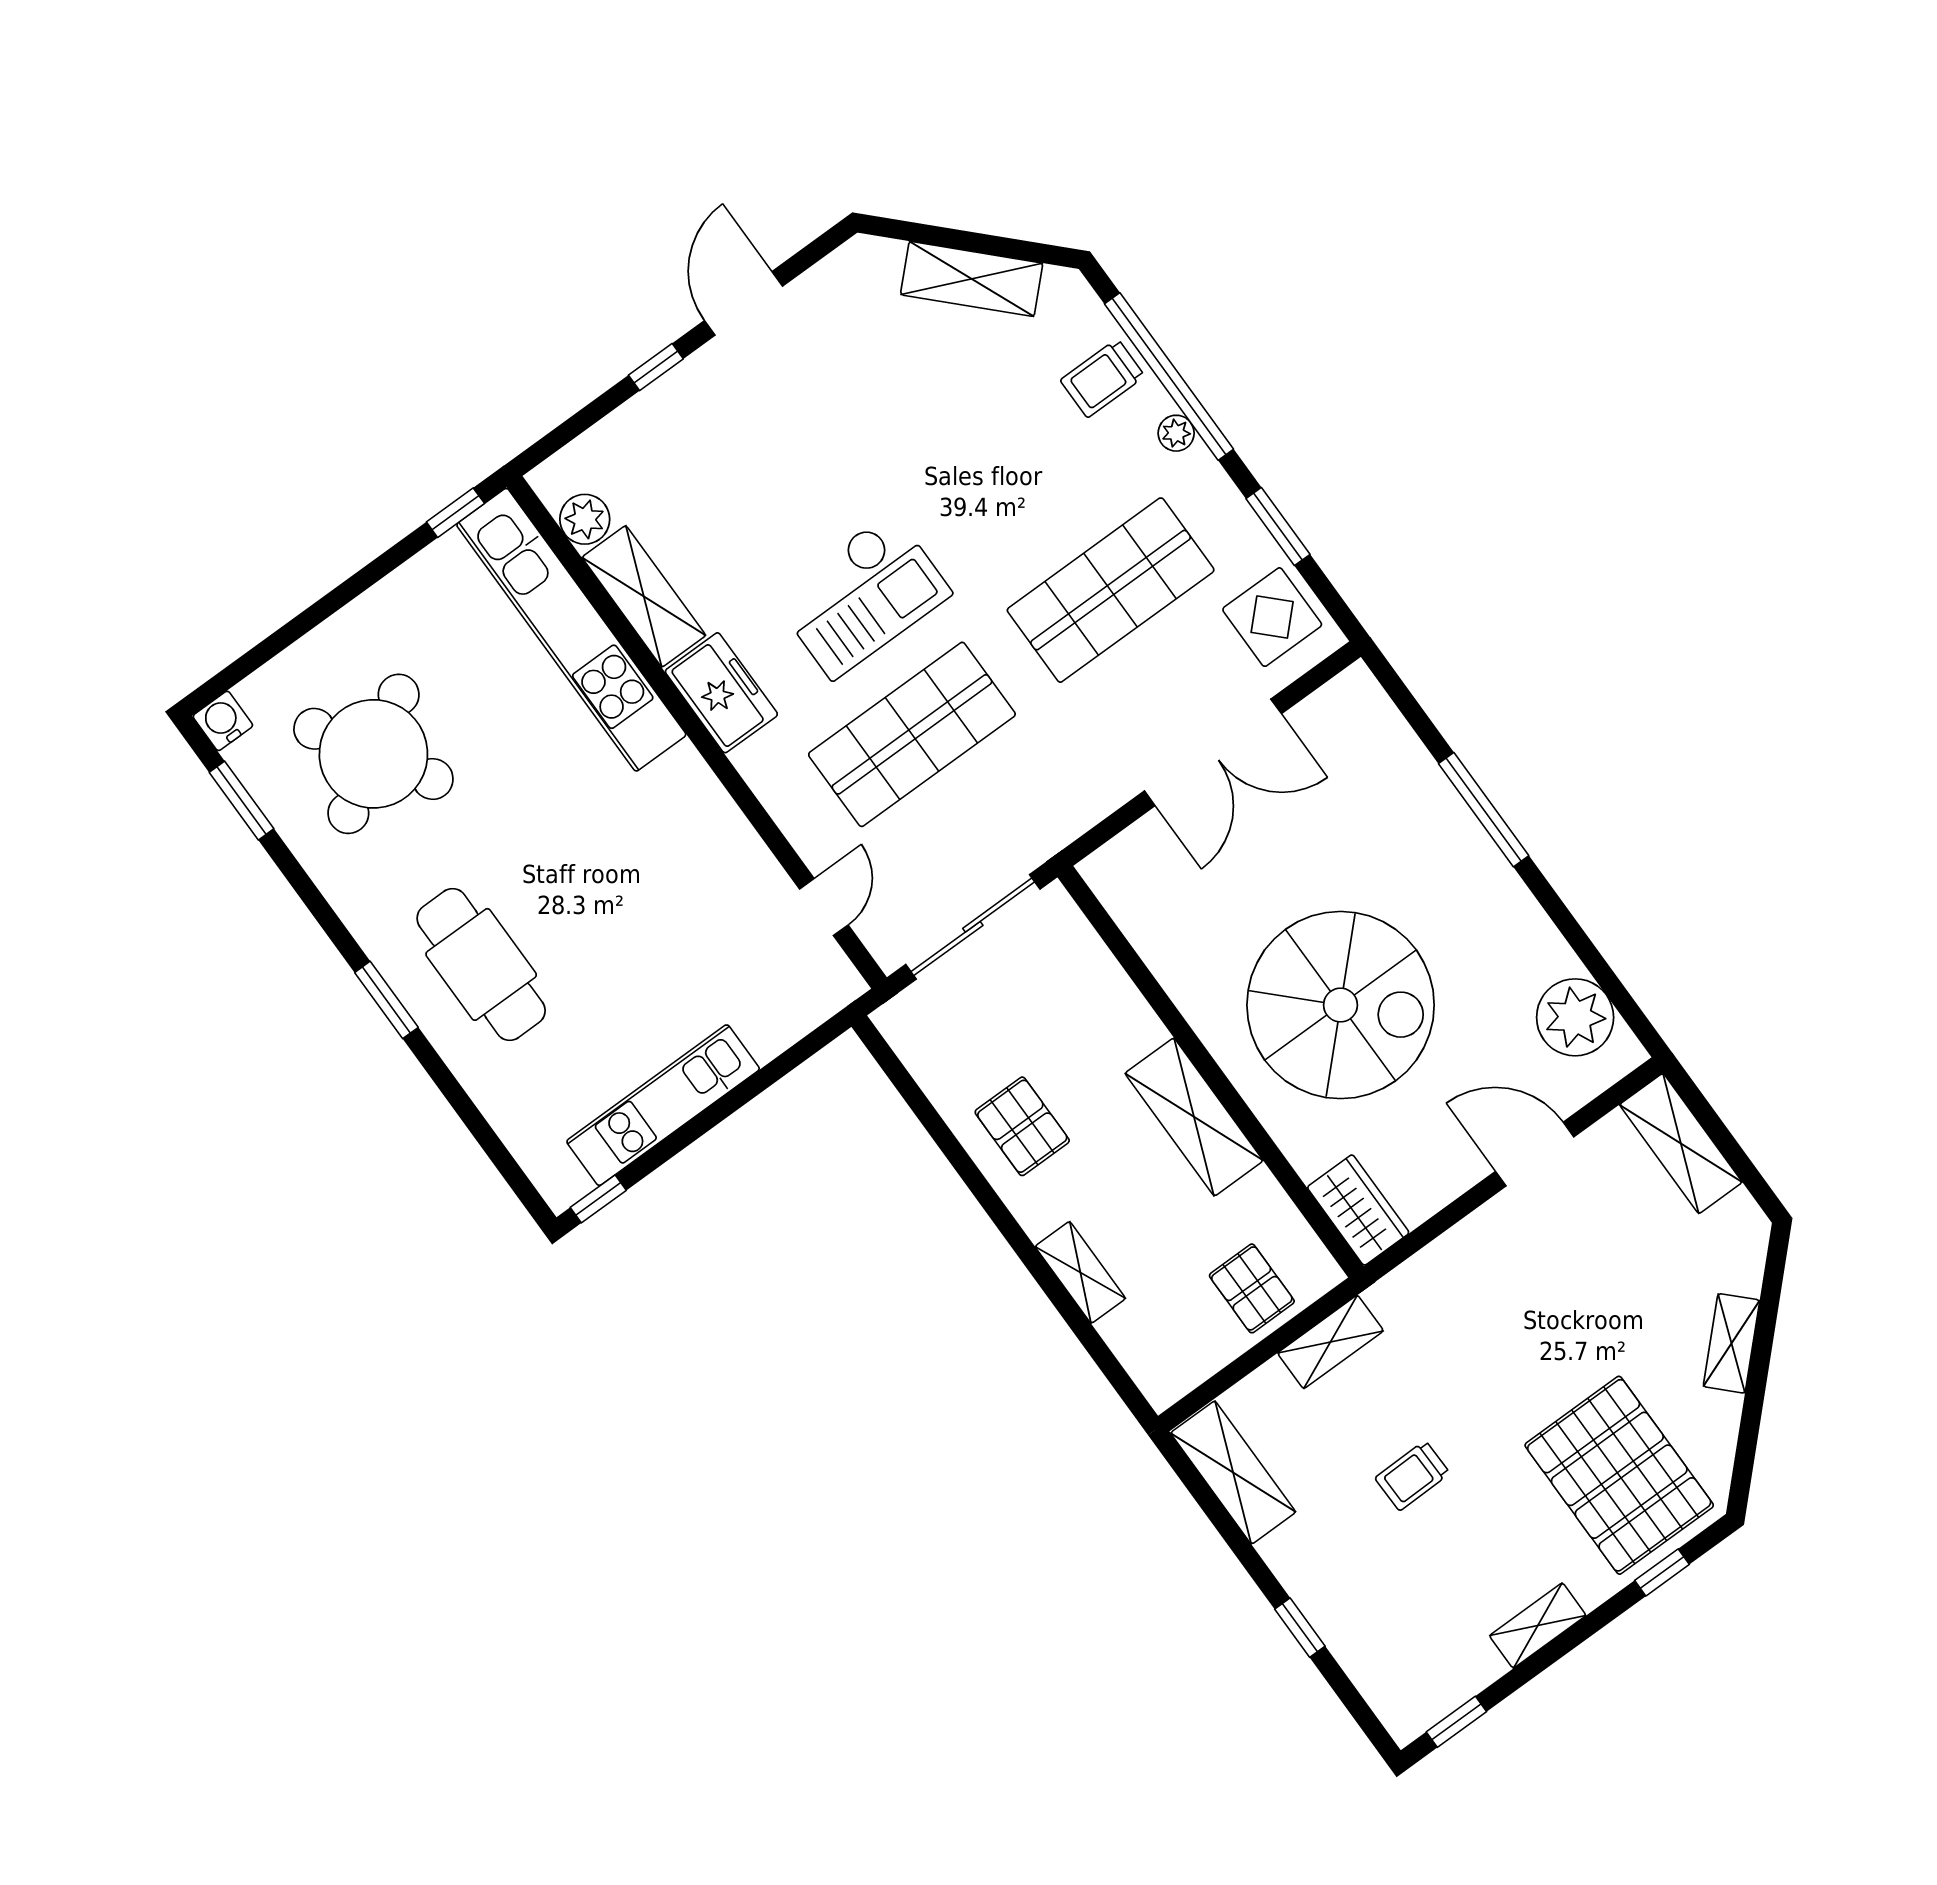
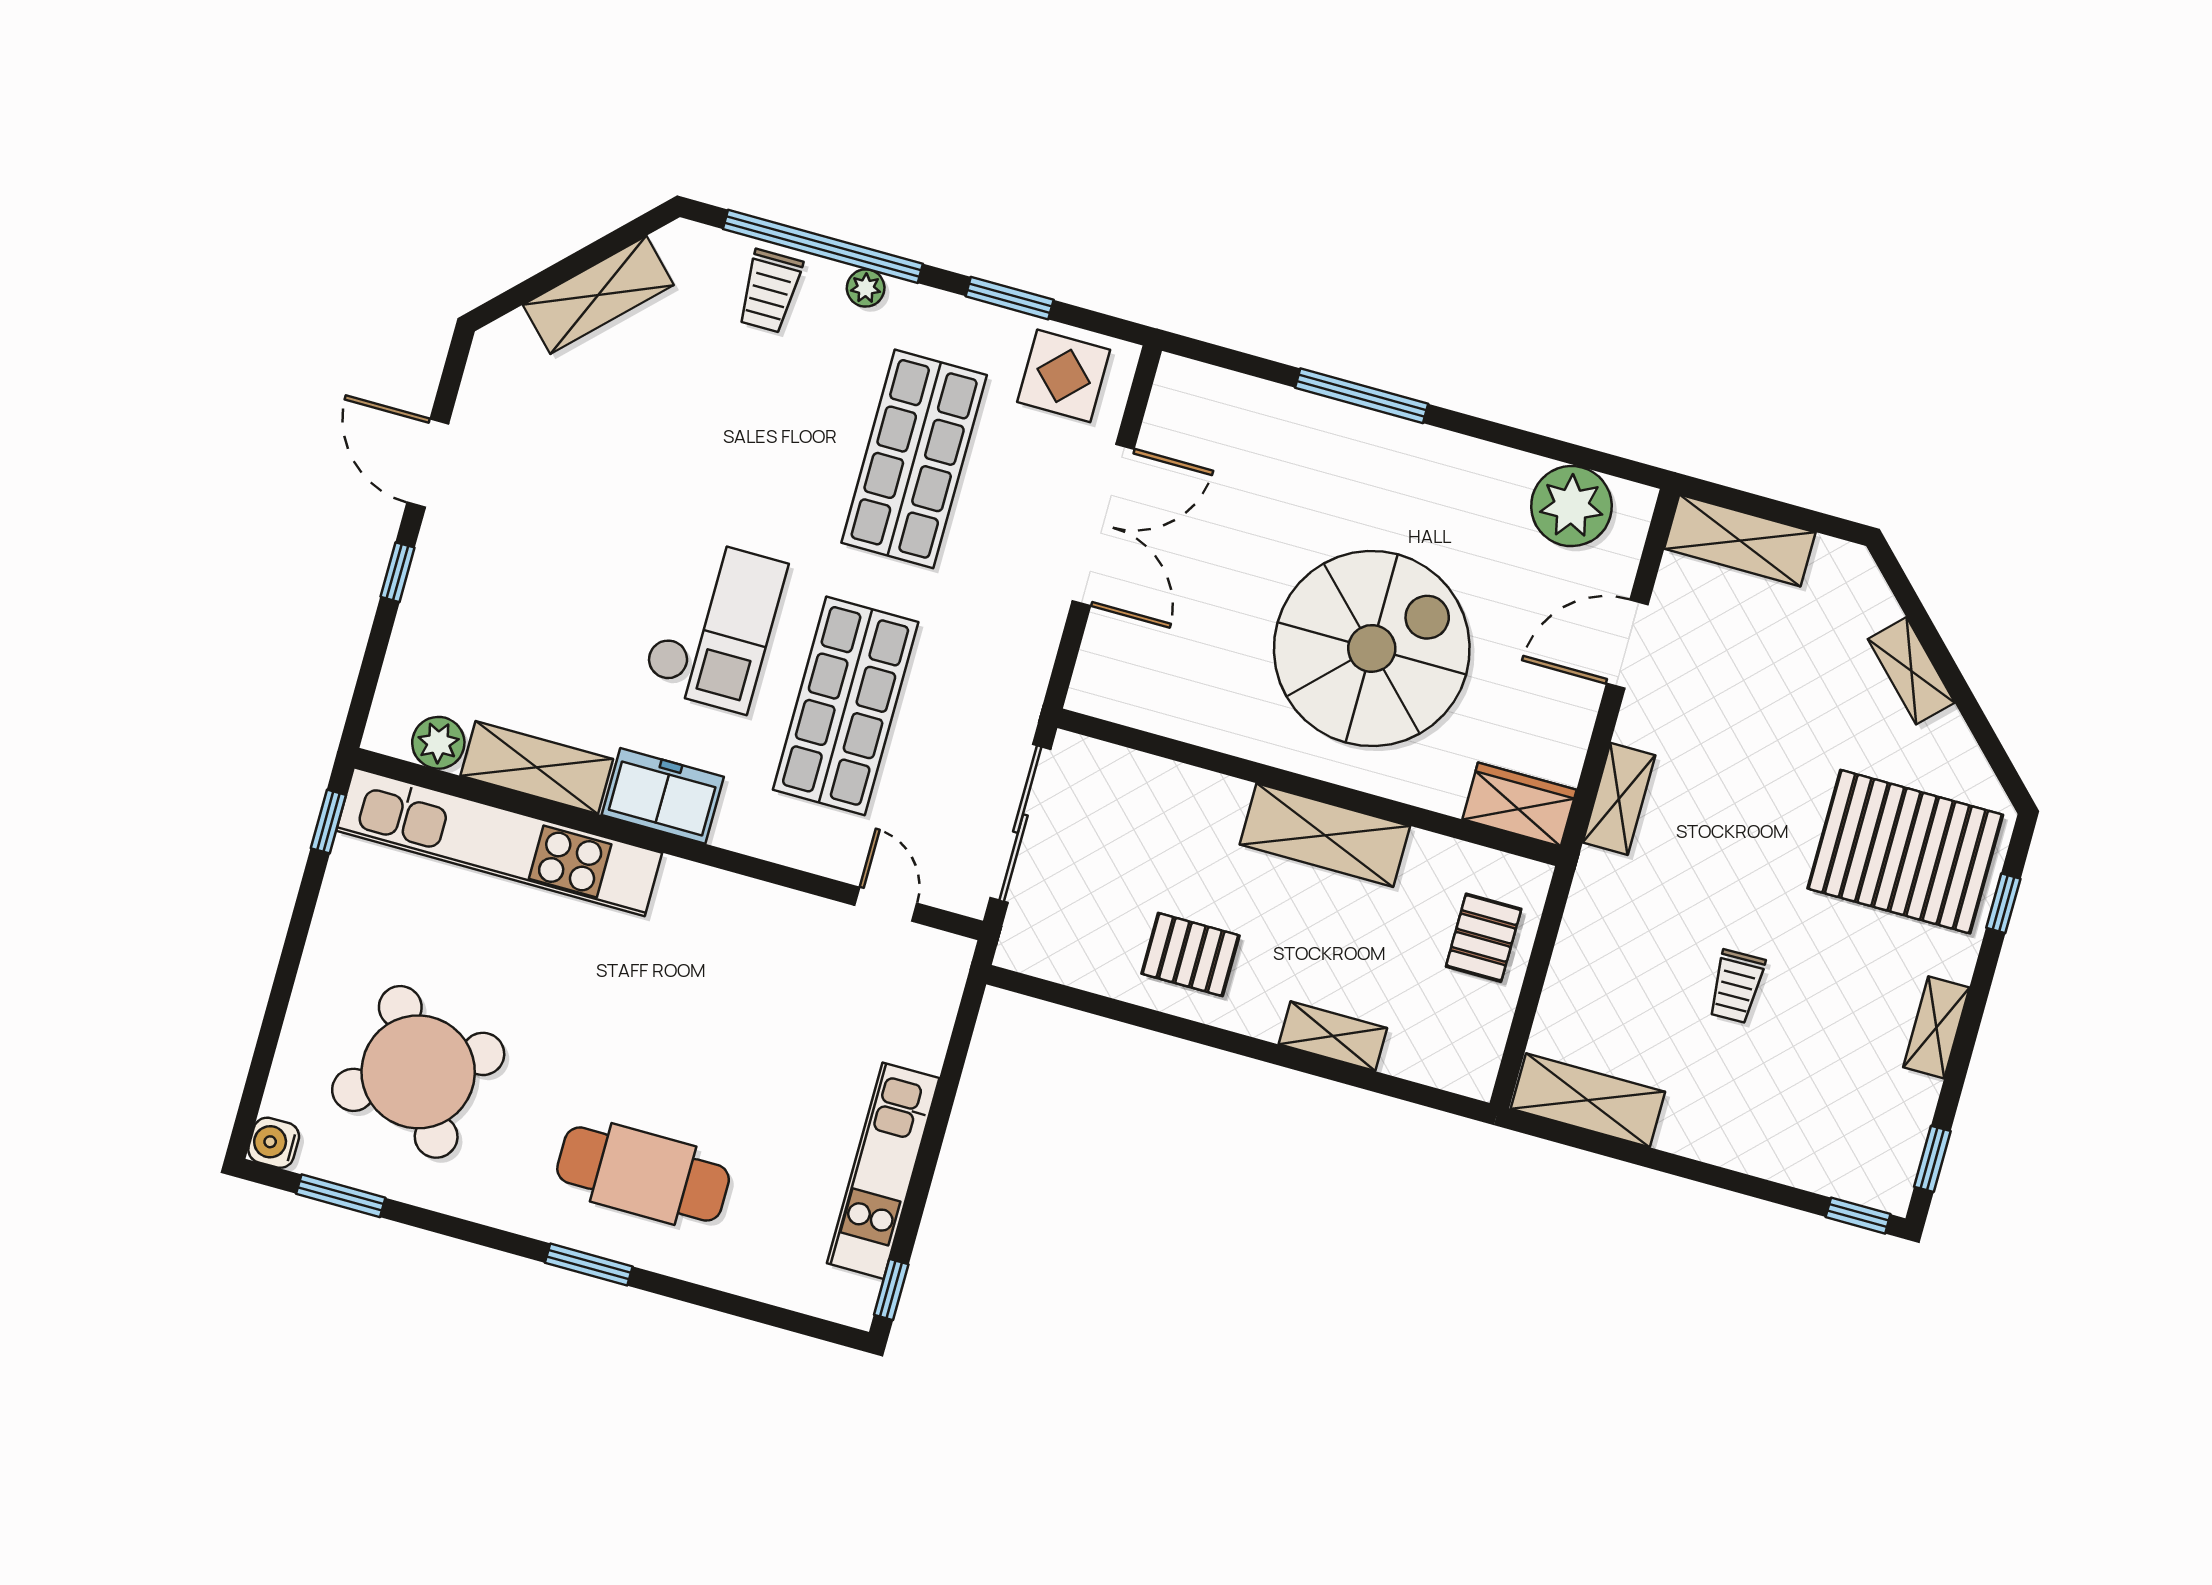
pallet: (1252, 1288) -> (1484, 938), turned 90
shelving: (1331, 1342) -> (1619, 799), moved
window: (1300, 1628) -> (1858, 1216), moved

